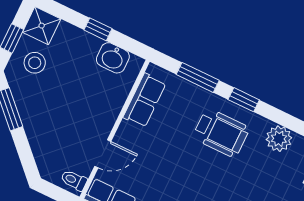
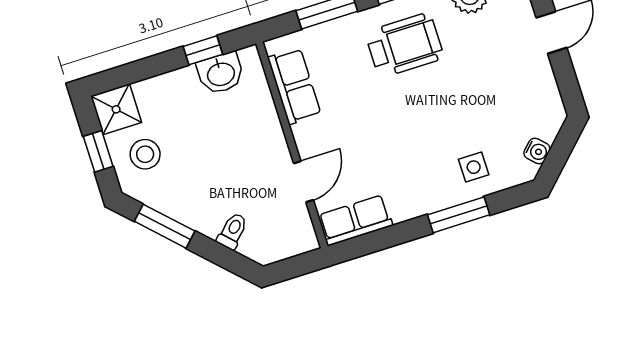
window: (98, 29) -> (203, 50), moved
toilet: (74, 180) -> (232, 231), moved, turned 135

